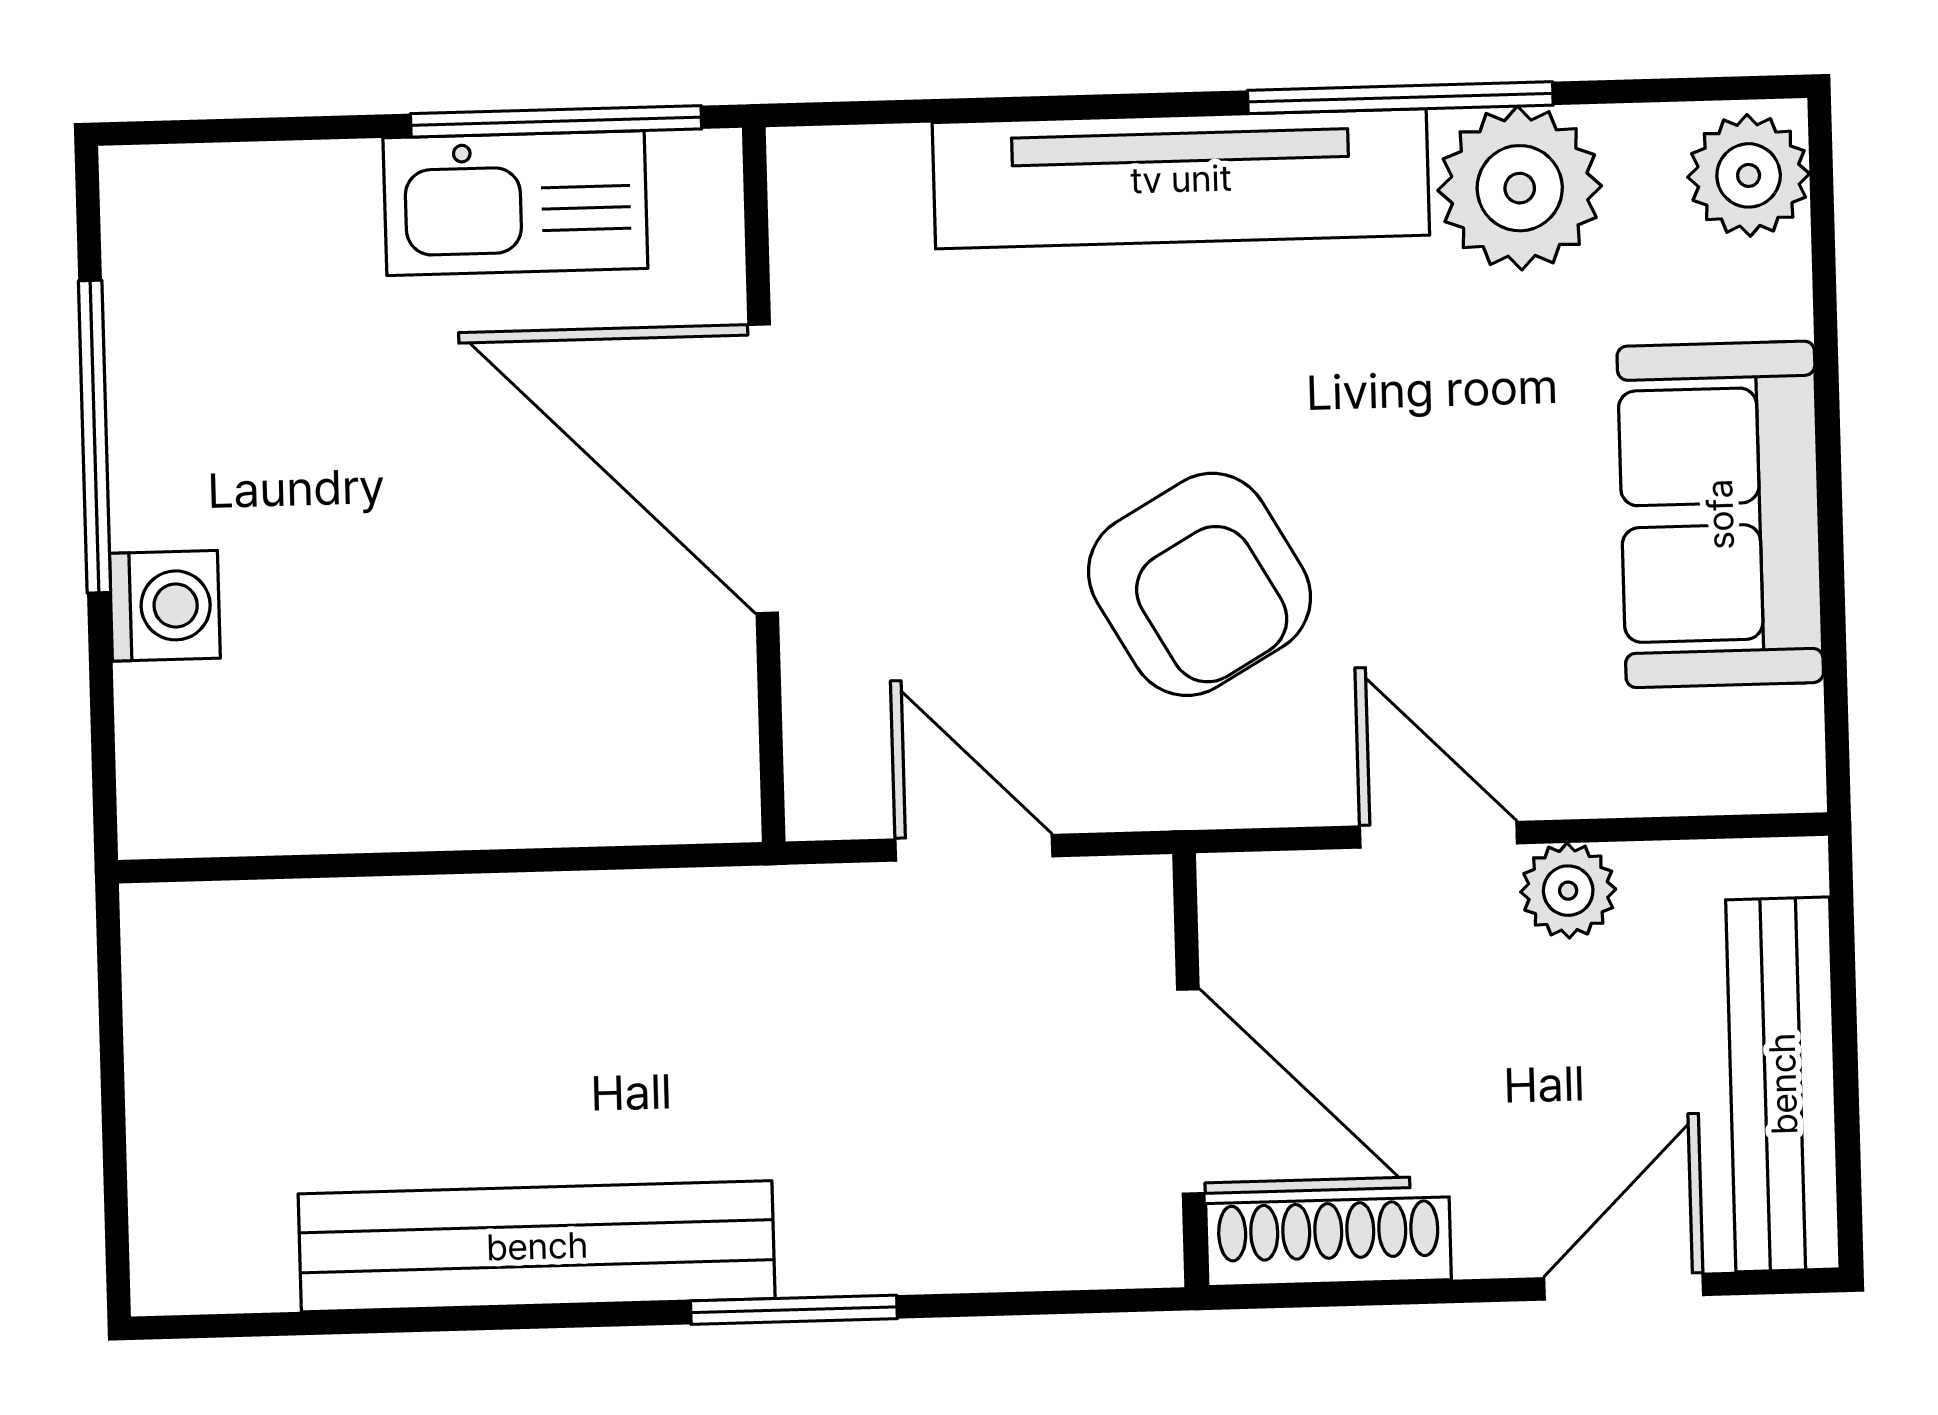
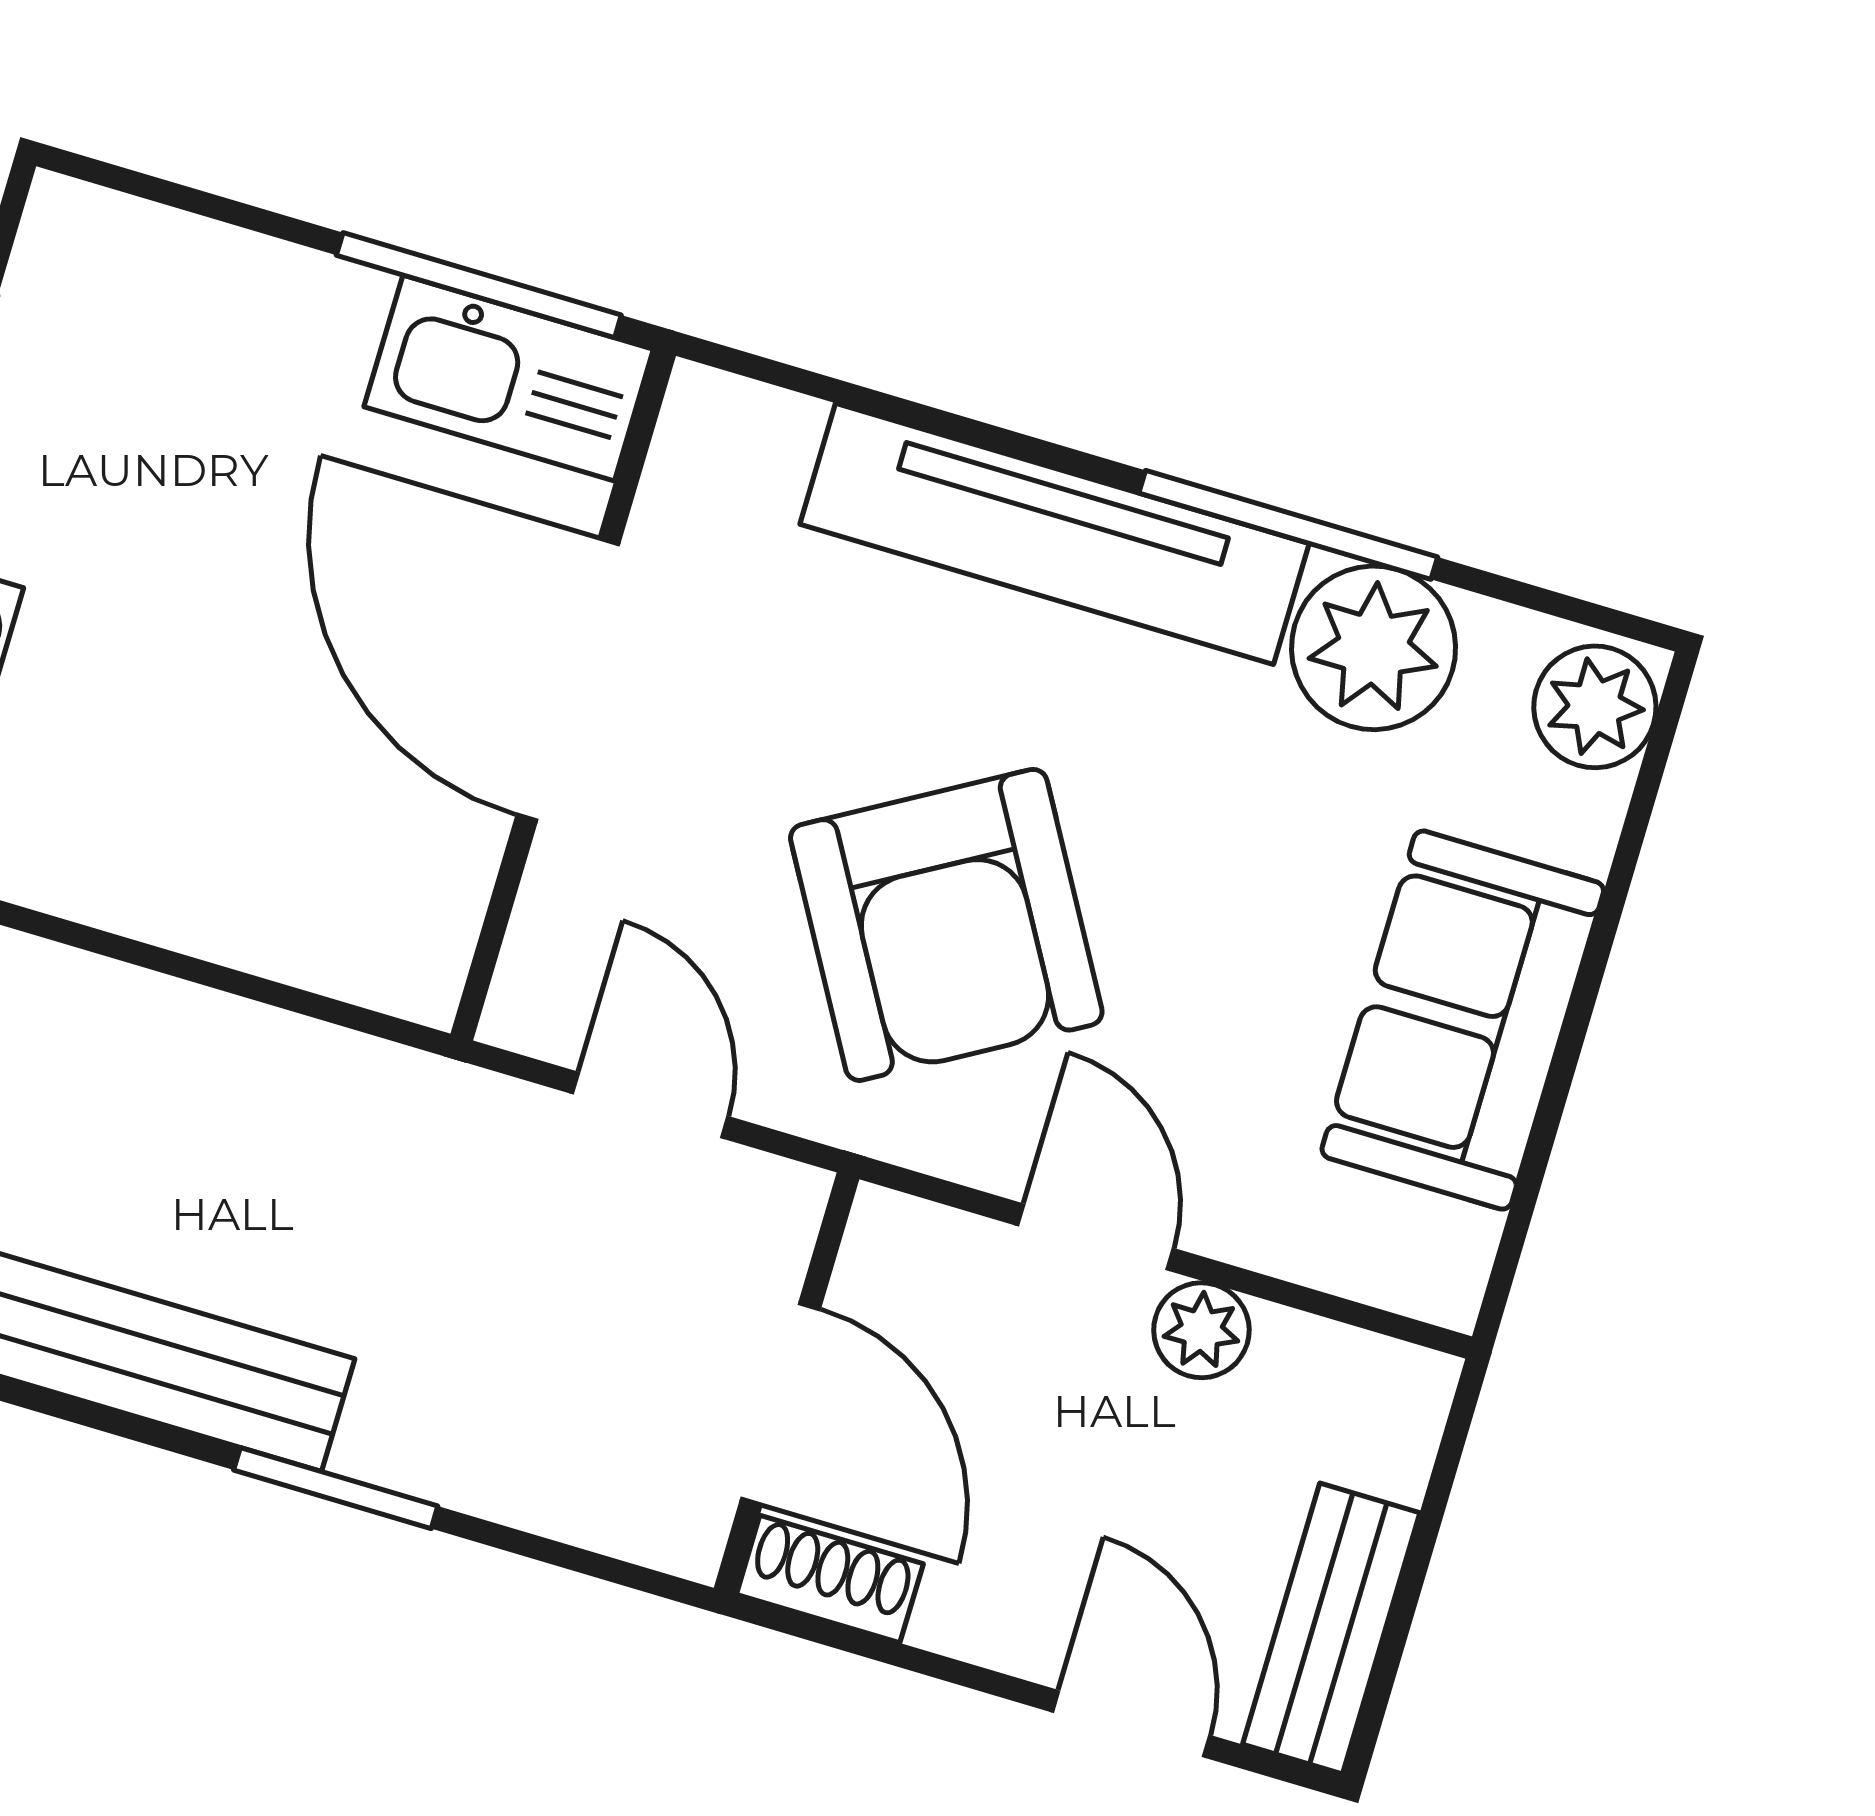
kitchen sink: (515, 203) -> (509, 378), moved
armchair: (1199, 584) -> (946, 925), width x1.36, depth x1.36
bench: (1783, 1084) -> (1331, 1628), width x0.73
shoe rack: (1329, 1242) -> (830, 1579), width x0.70
door: (1624, 1287) -> (1131, 1724), hinge flipped

